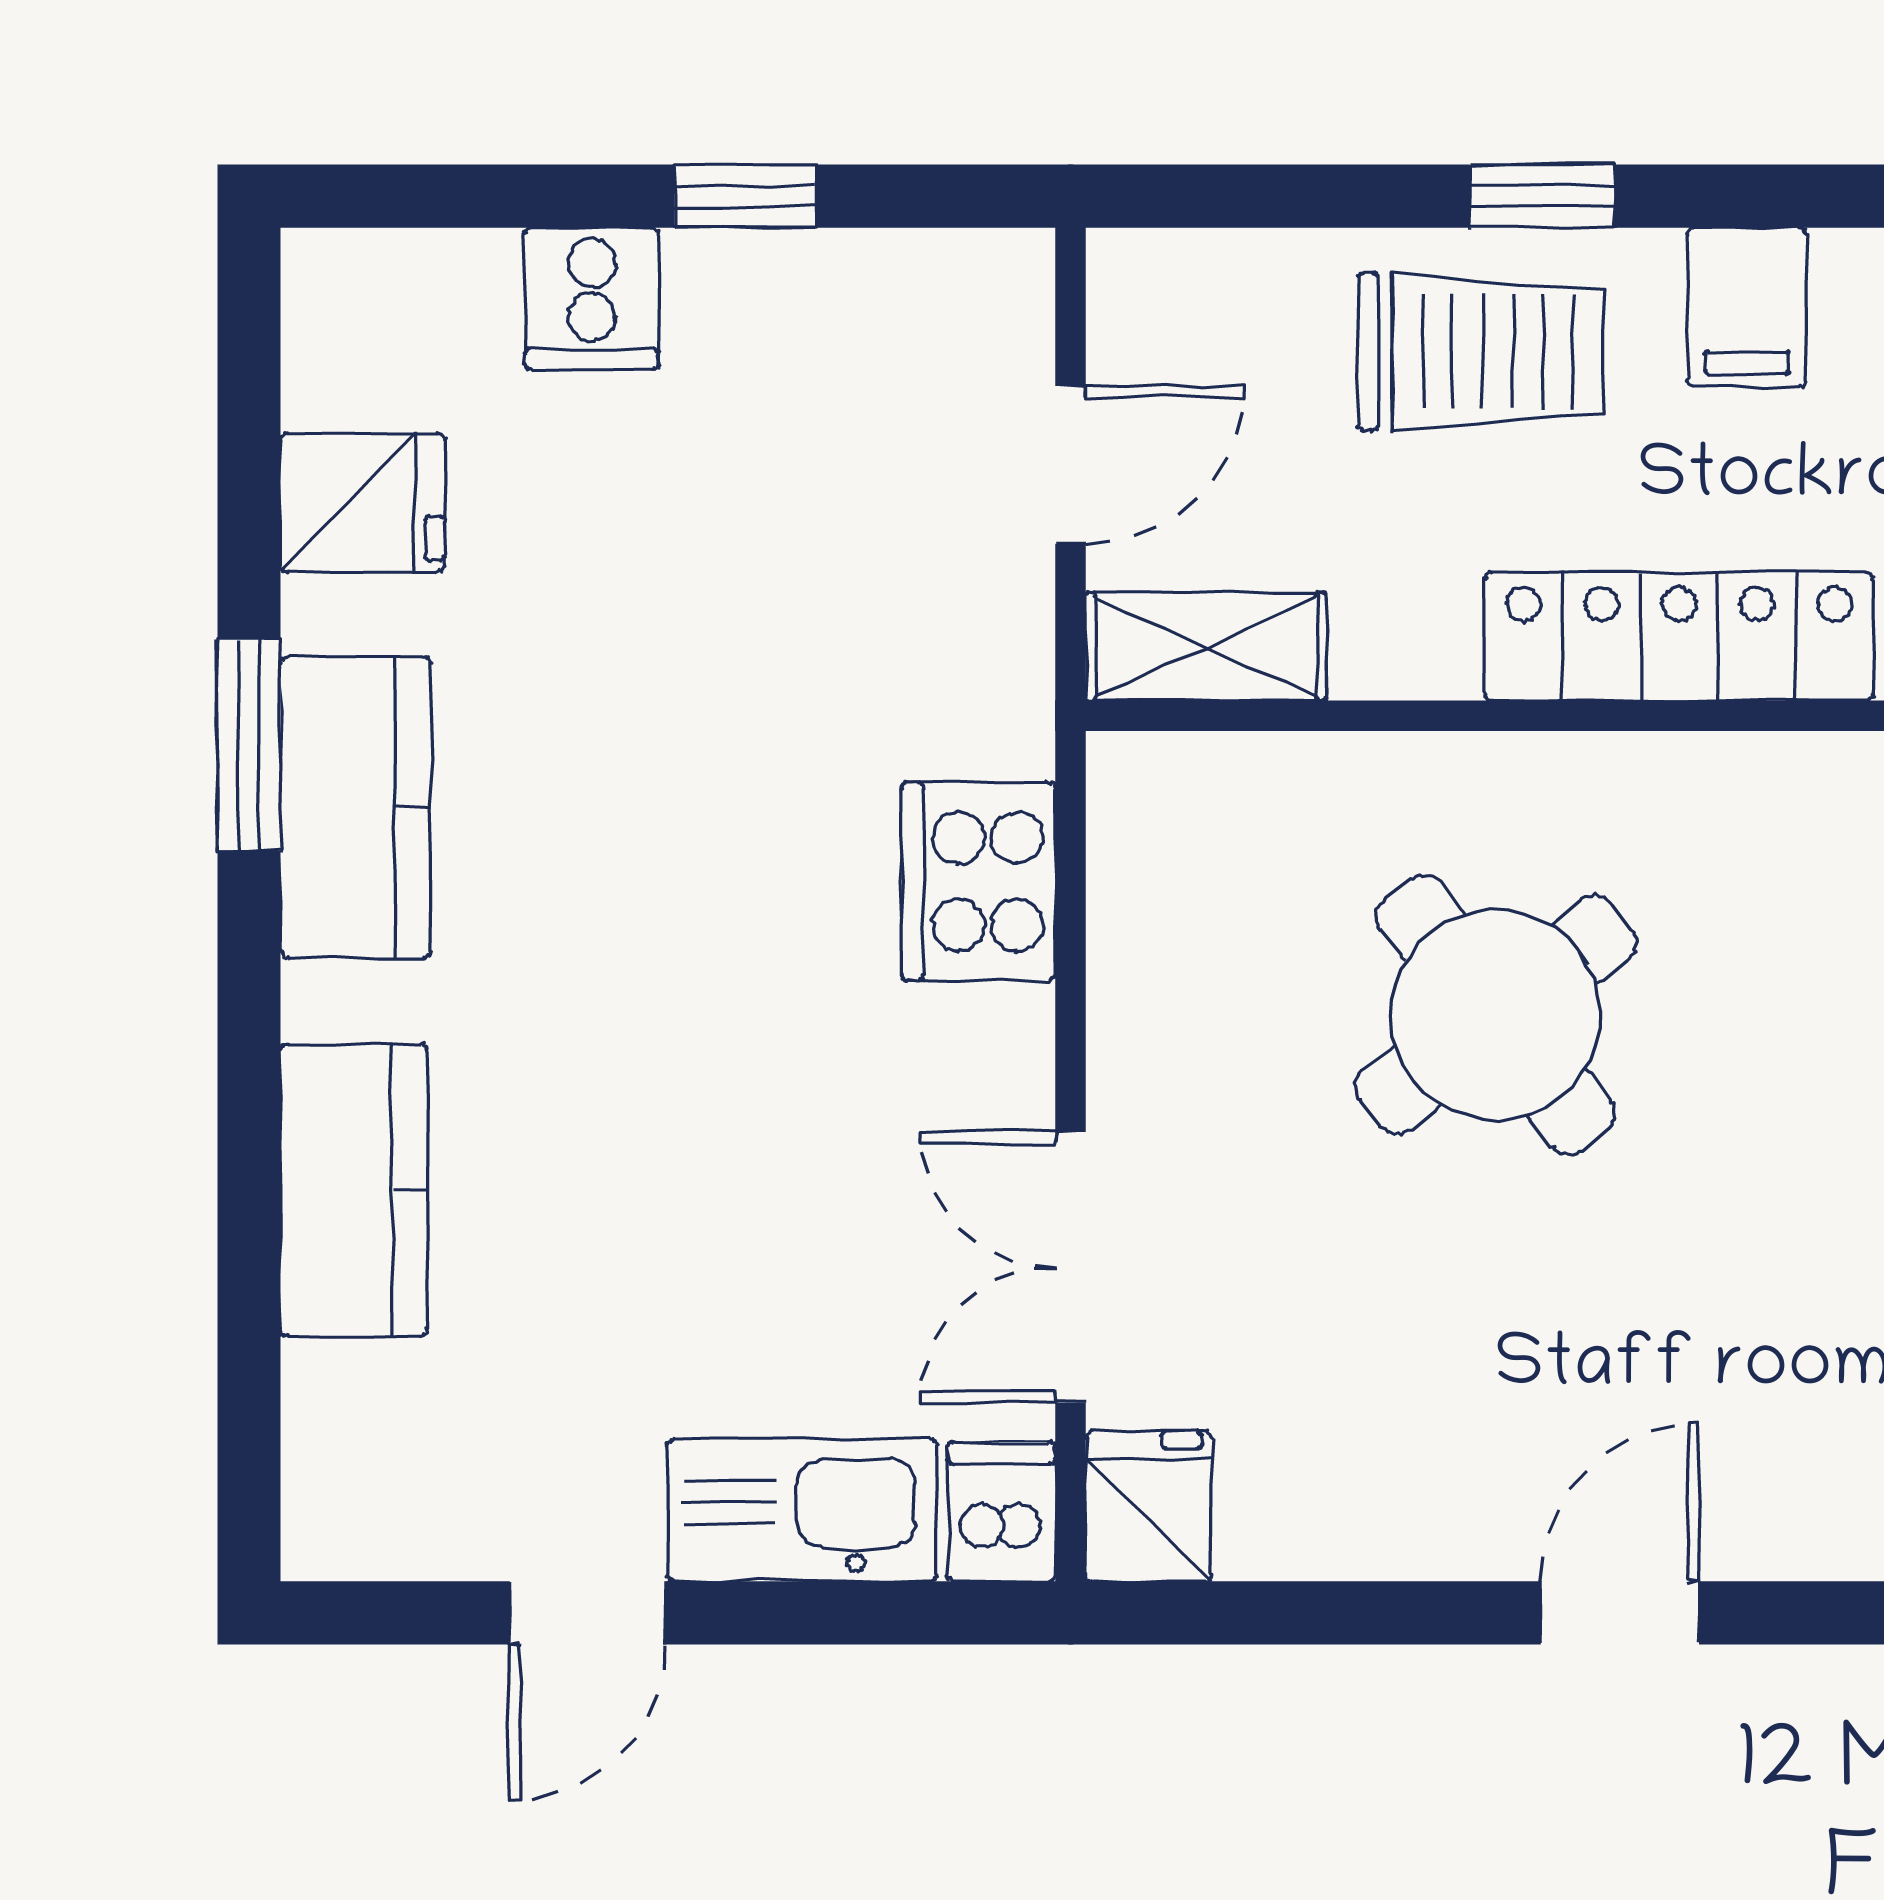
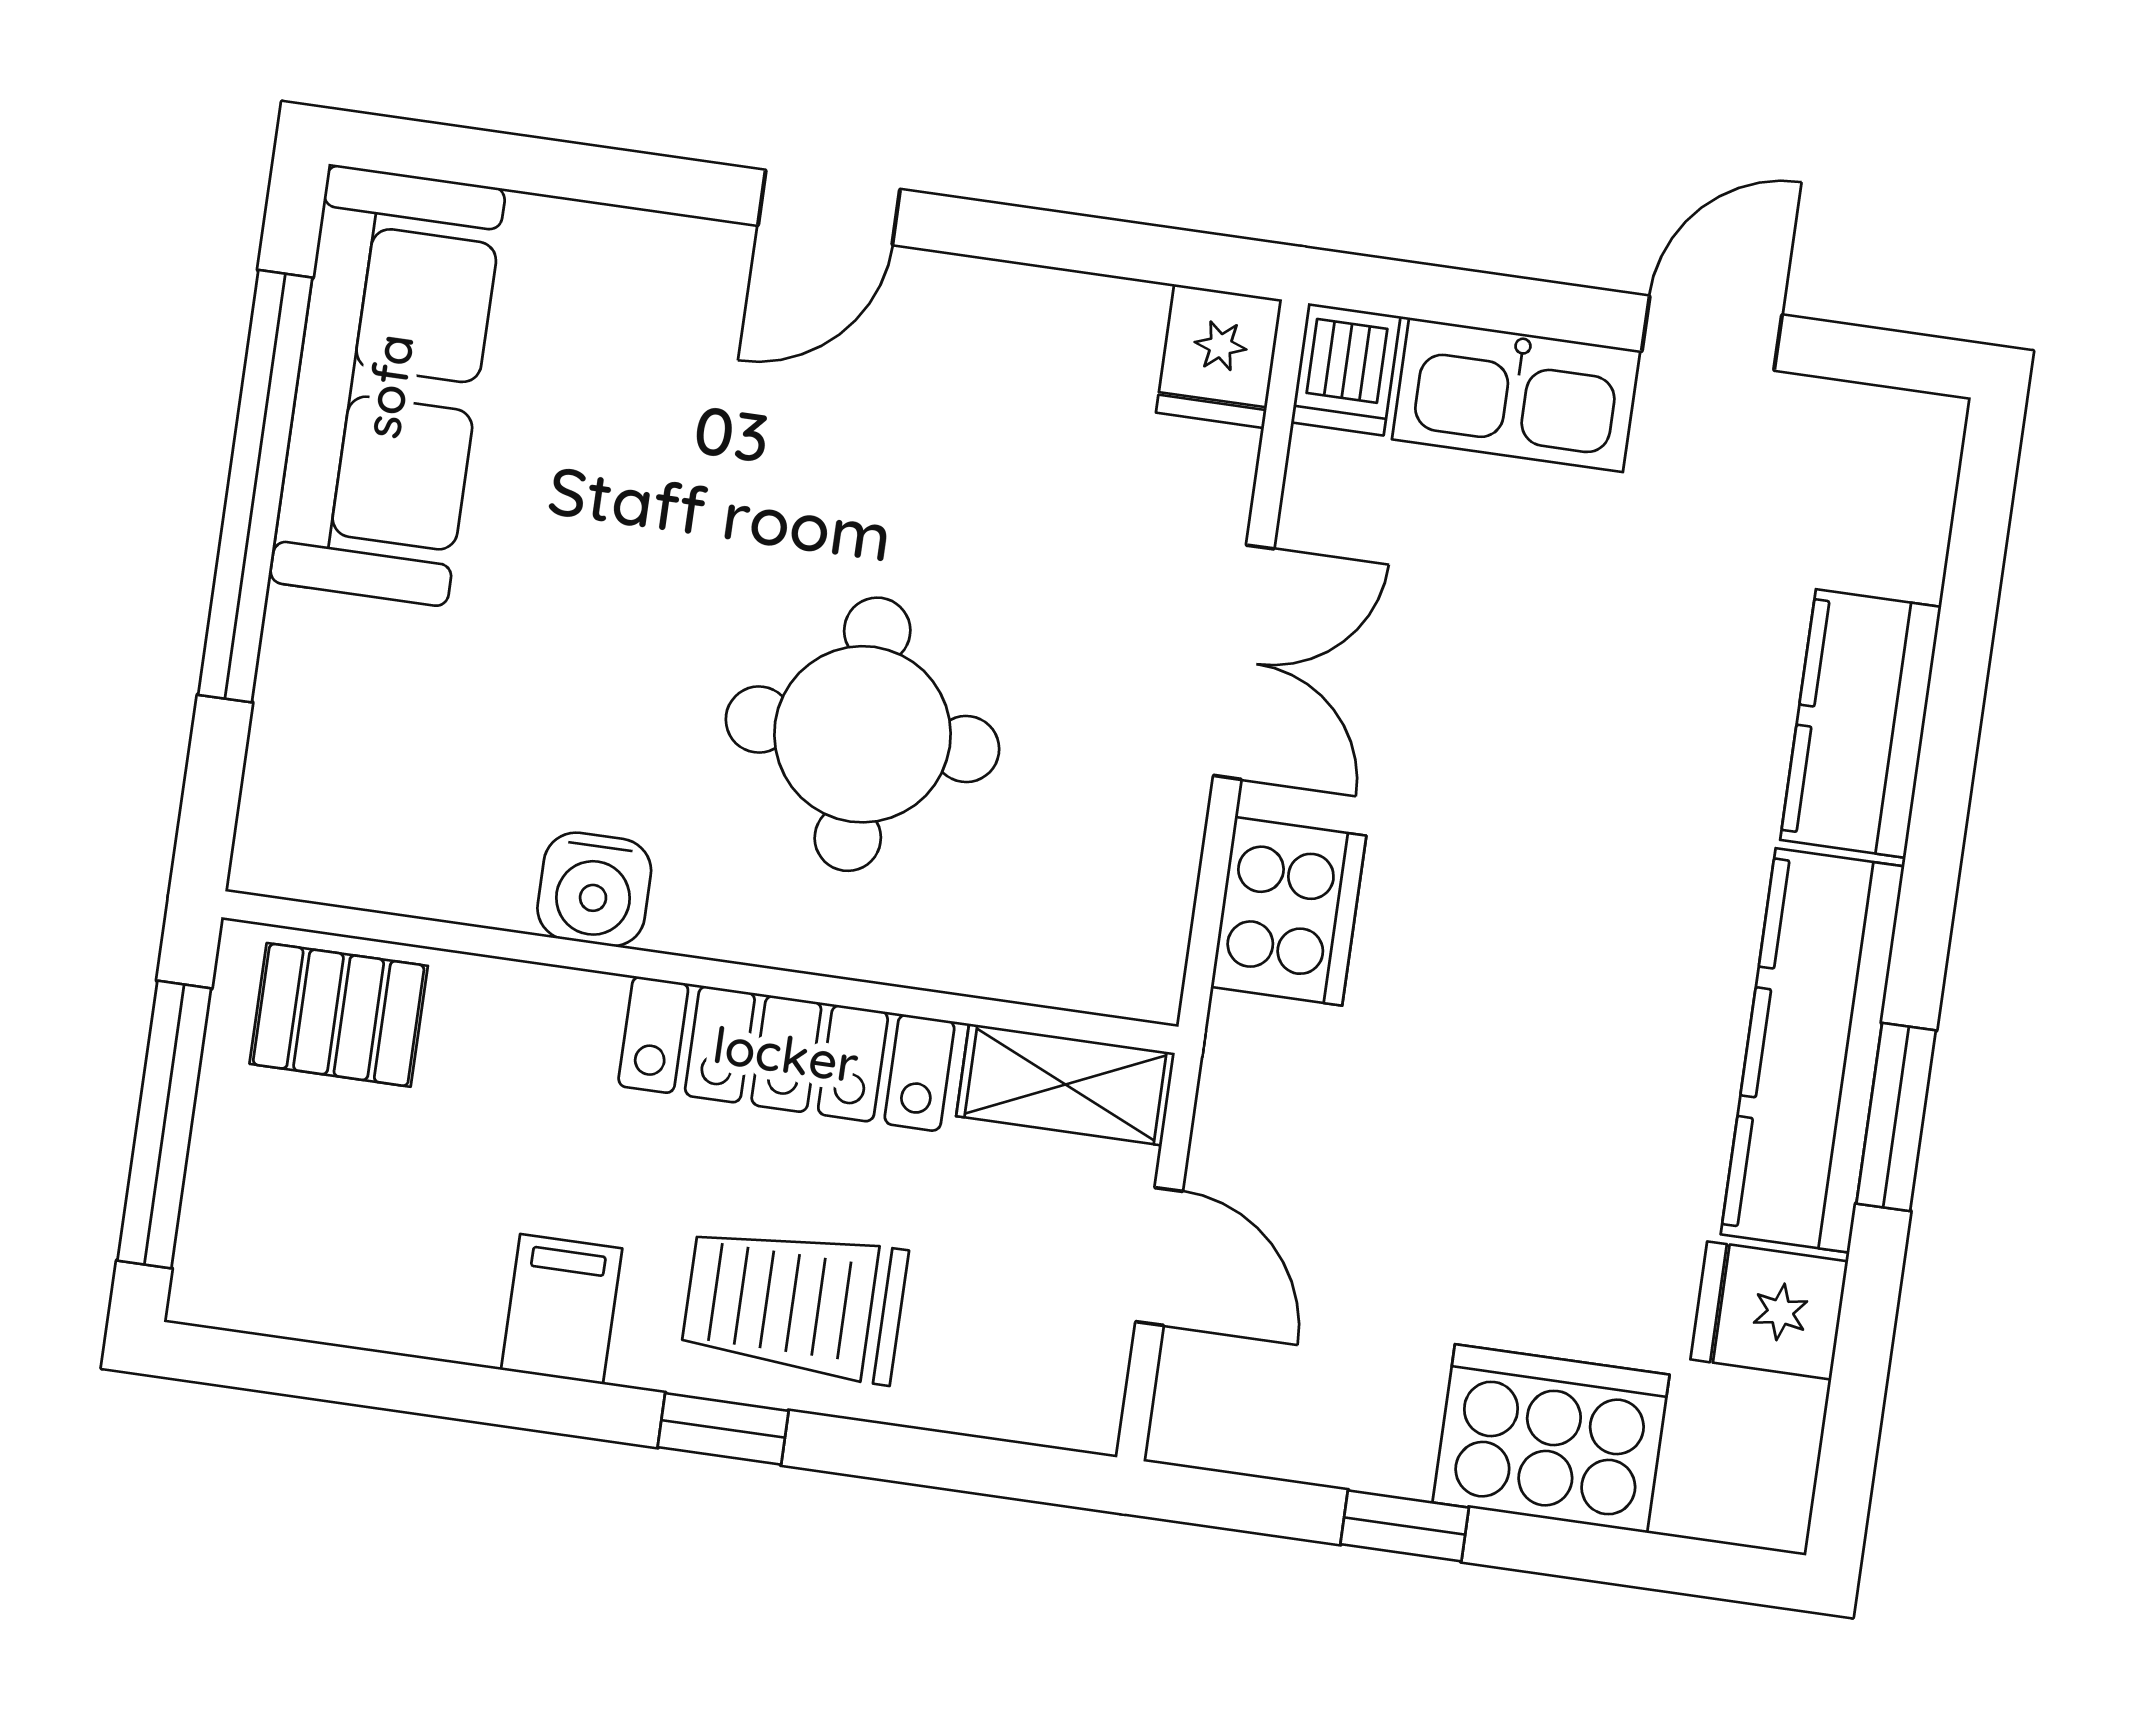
cooker: (592, 298) -> (1551, 1439), width x1.87, depth x1.31
door: (1071, 465) -> (1159, 1256), swing flipped
locker: (1679, 636) -> (786, 1054), moved
water cooler: (1778, 793) -> (594, 889), added
kitchen counter: (356, 807) -> (1812, 1050), width x1.50
round table: (1496, 1015) -> (862, 734), turned 38
double door: (1071, 1267) -> (1244, 662), moved

